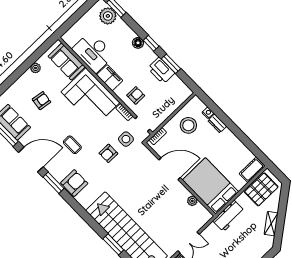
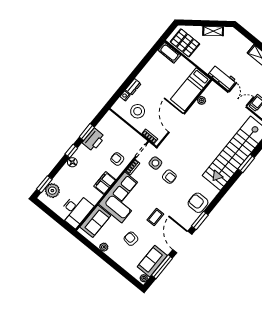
desk: (93, 52) -> (76, 210), moved
coffee table: (72, 145) -> (155, 217), moved
bed: (211, 186) -> (191, 89), width x0.67
workbench: (229, 216) -> (222, 77), moved

